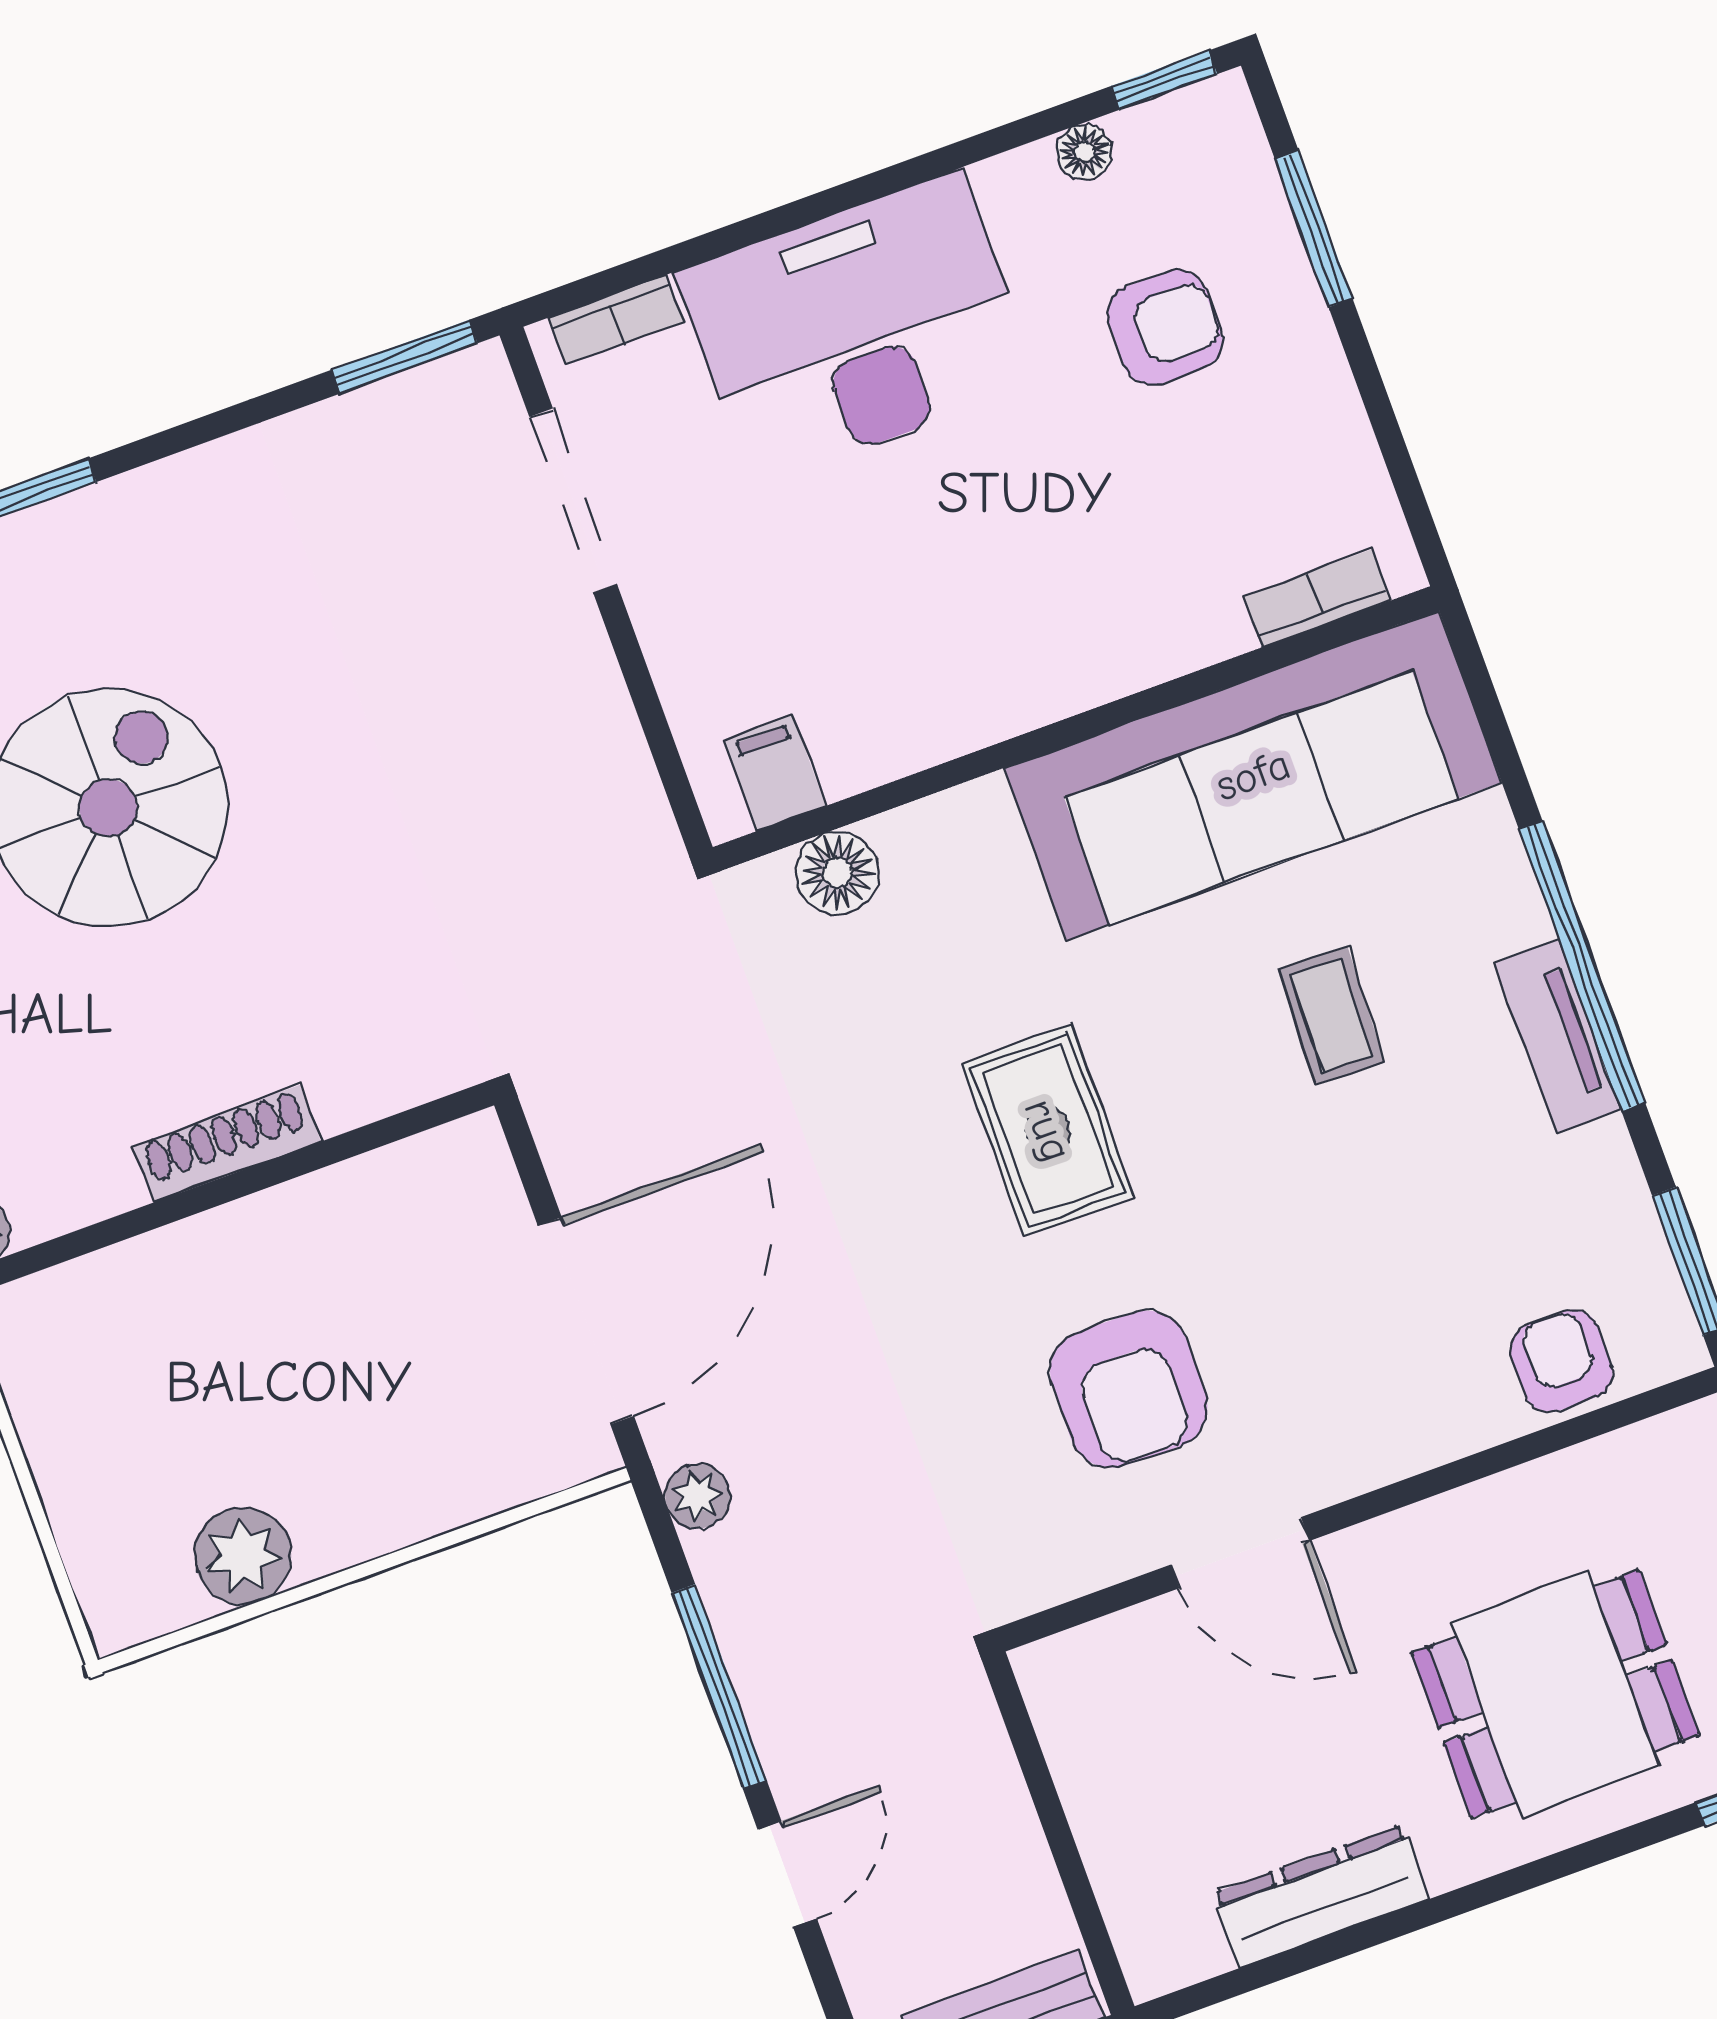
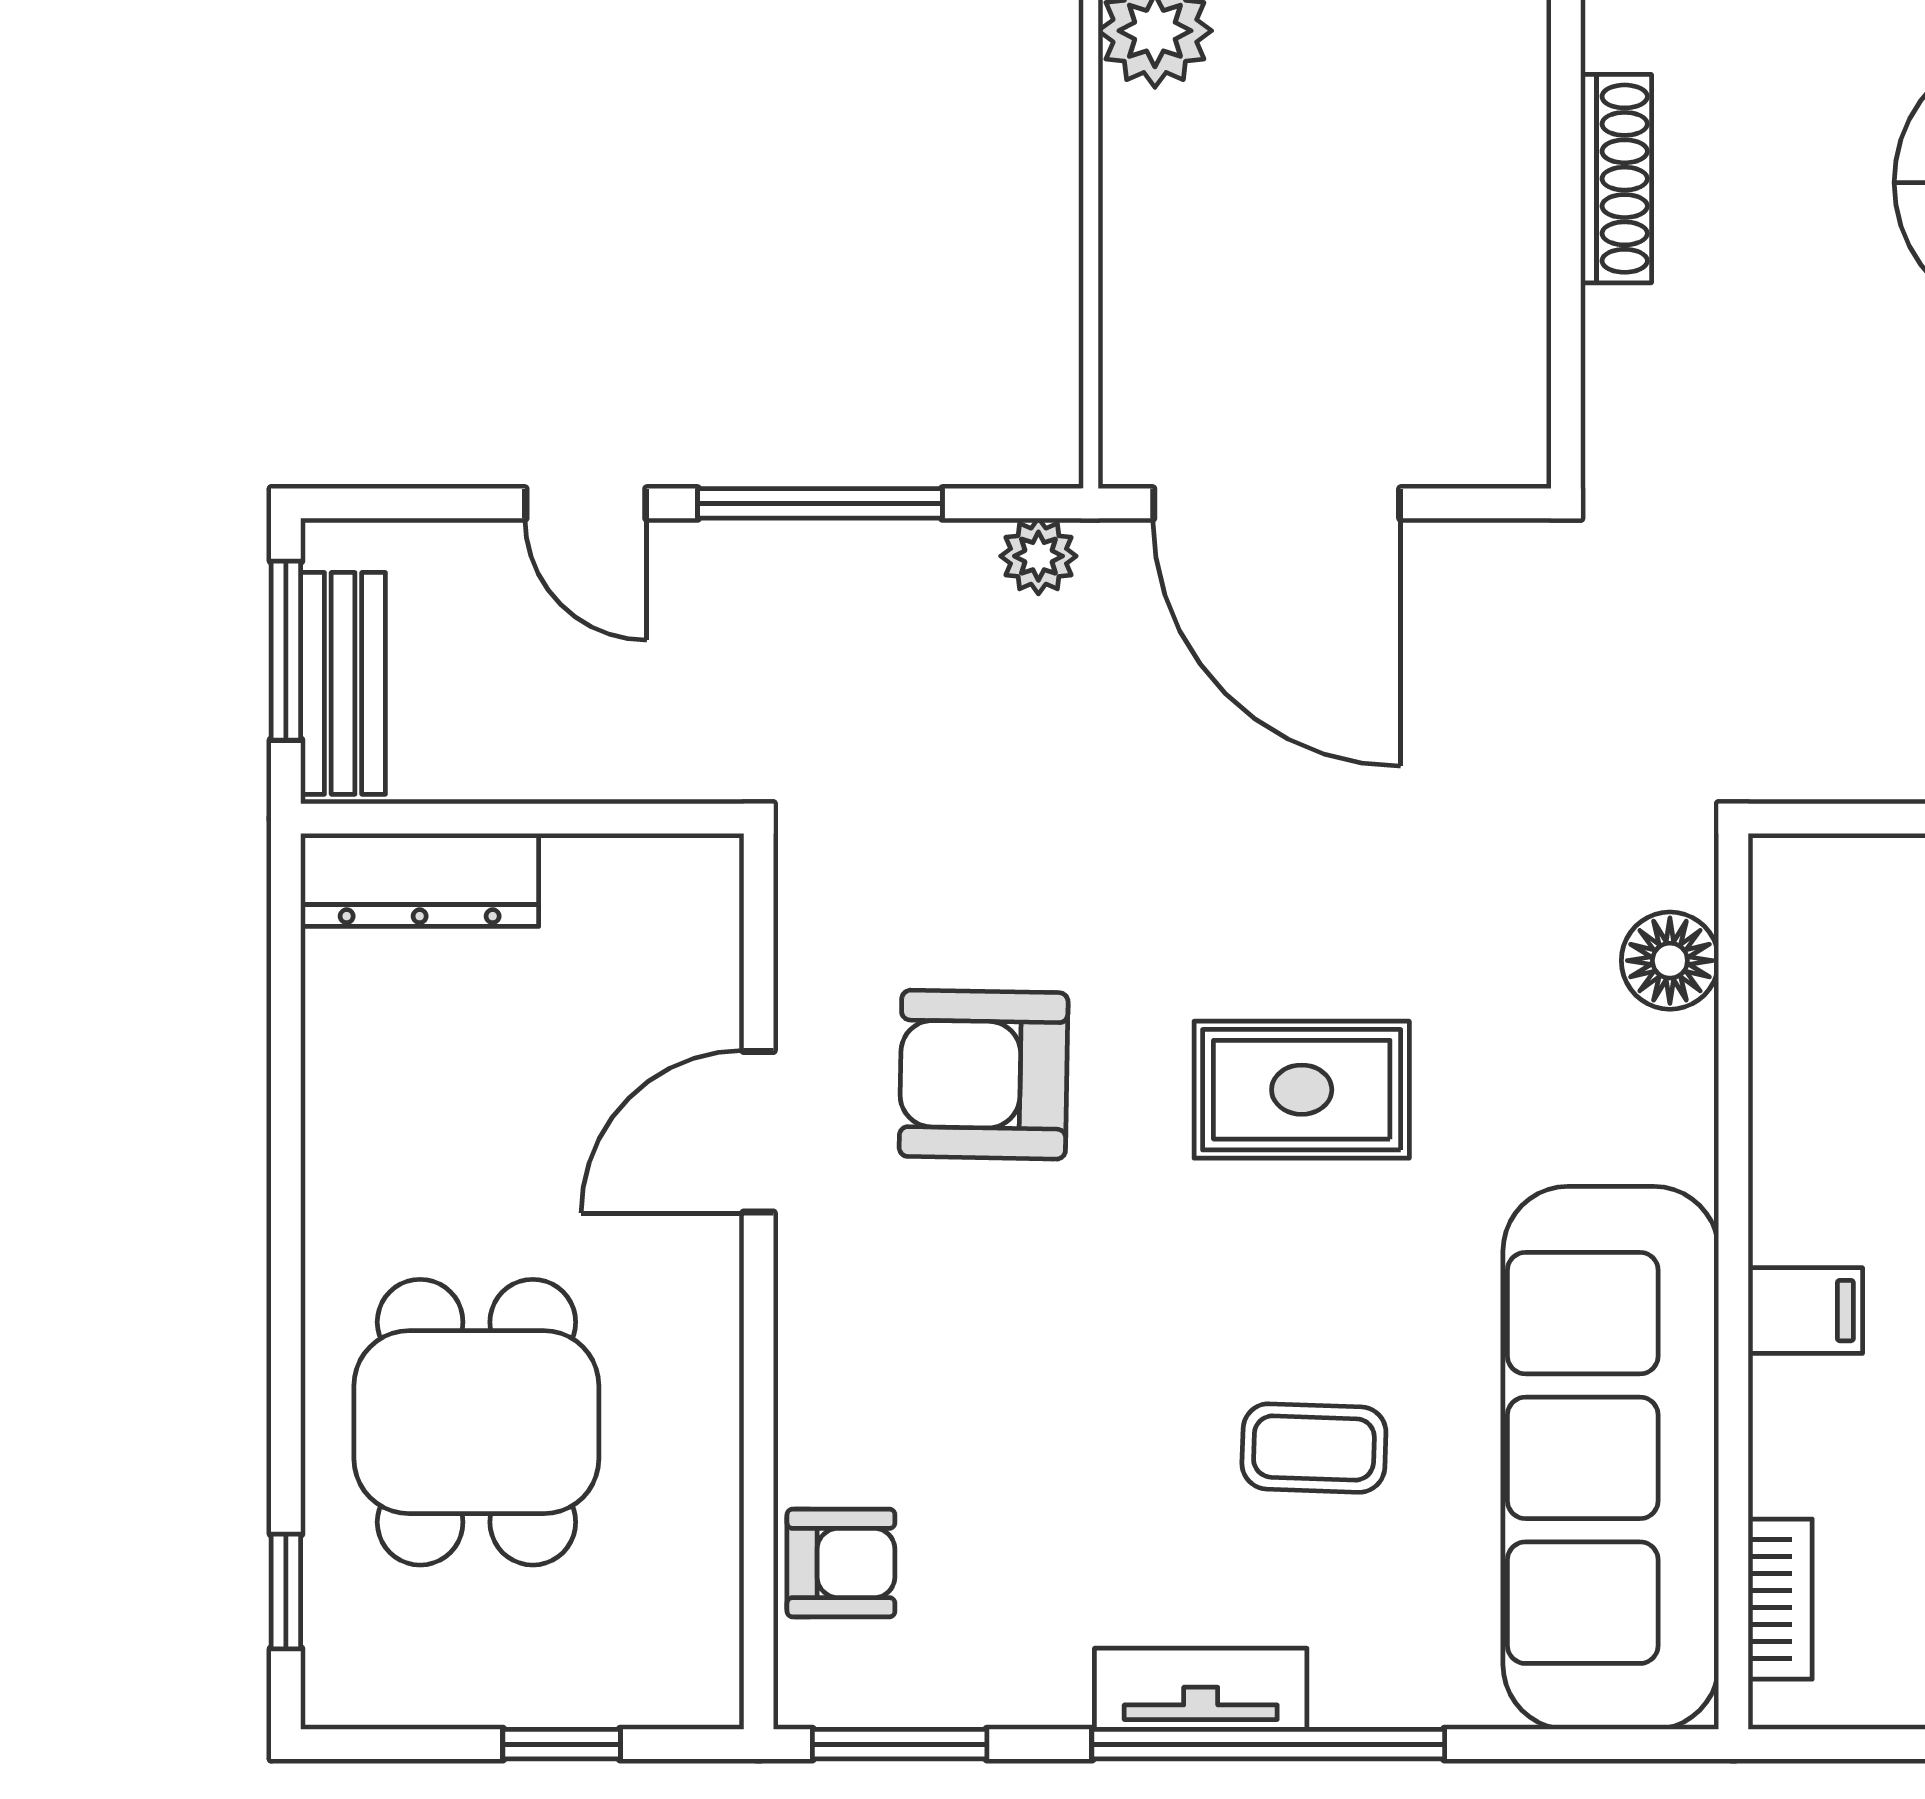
filing cabinet: (775, 773) -> (1805, 1311), moved
dresser: (1321, 1896) -> (420, 880), moved, turned 90

